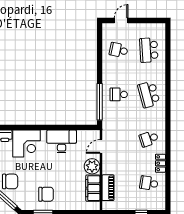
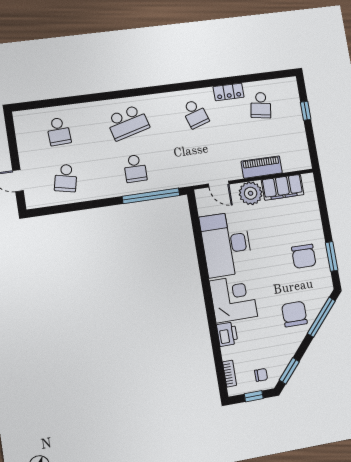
school desk: (149, 50) -> (59, 131), width x0.54
desk: (62, 141) -> (226, 244), width x1.36, depth x1.30
piano: (108, 188) -> (262, 167), moved
chair: (46, 194) -> (304, 256), turned 180

